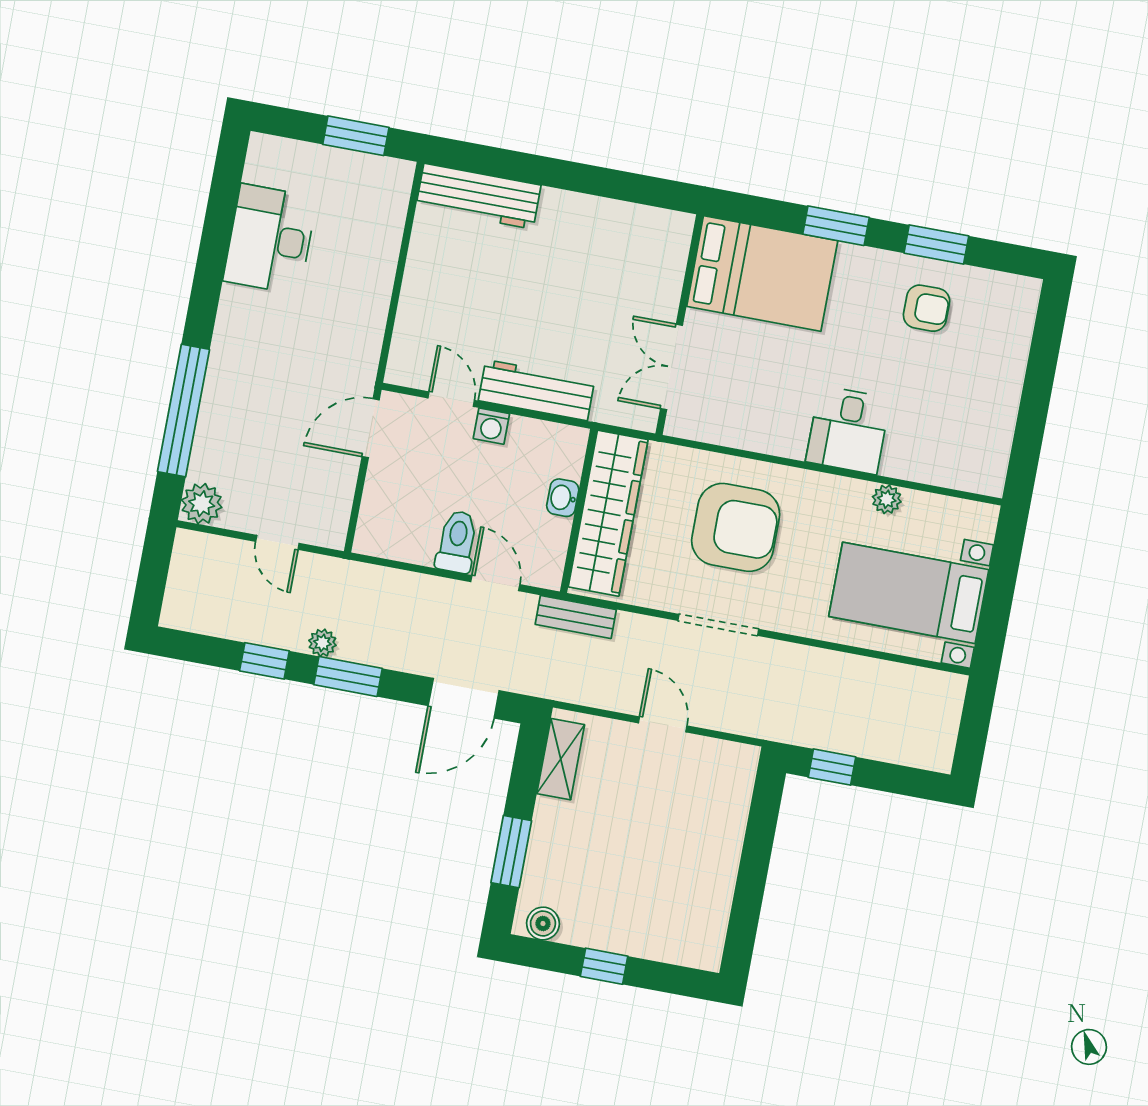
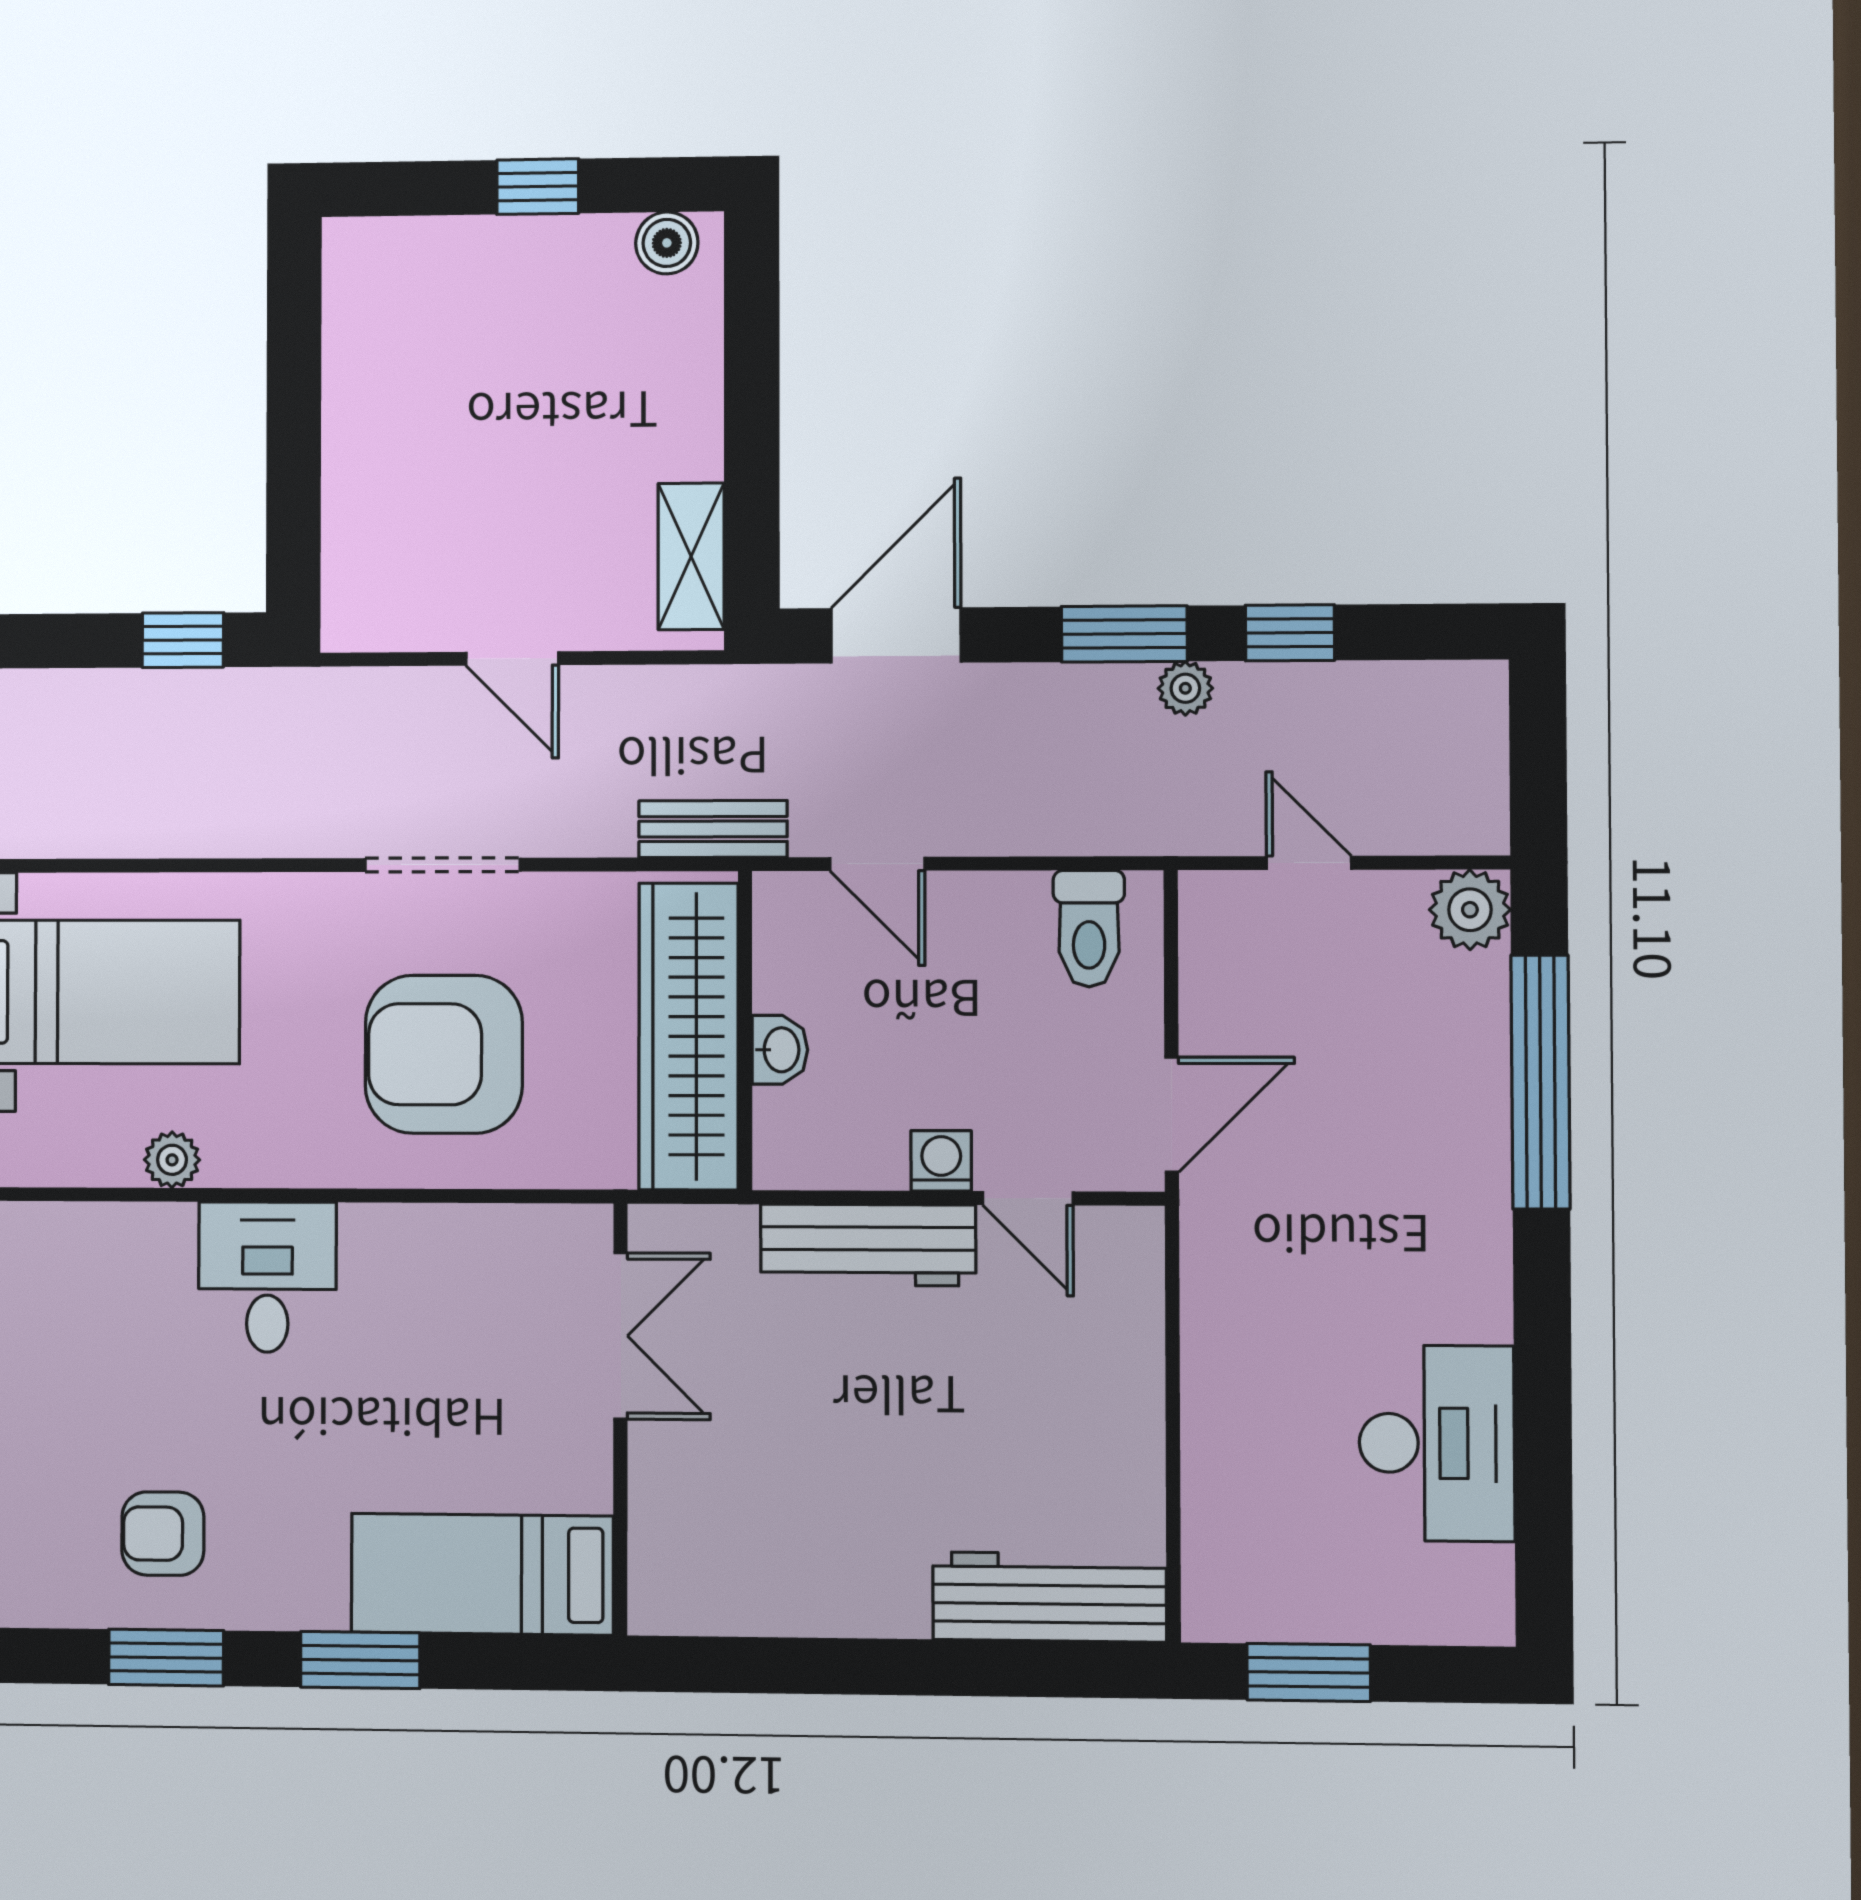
bed: (762, 274) -> (482, 1574), width x0.67
toilet: (457, 542) -> (1089, 929), moved
window: (511, 852) -> (752, 365), removed

